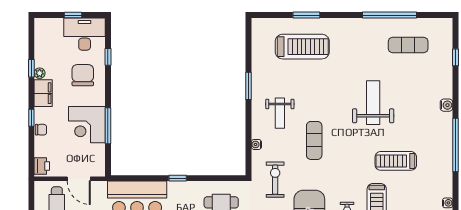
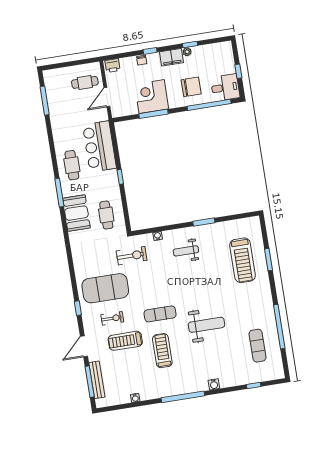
desk: (85, 34) -> (225, 88), width x0.73
window: (108, 57) -> (209, 105), width x3.17
exercise mat: (314, 140) -> (160, 314), moved

